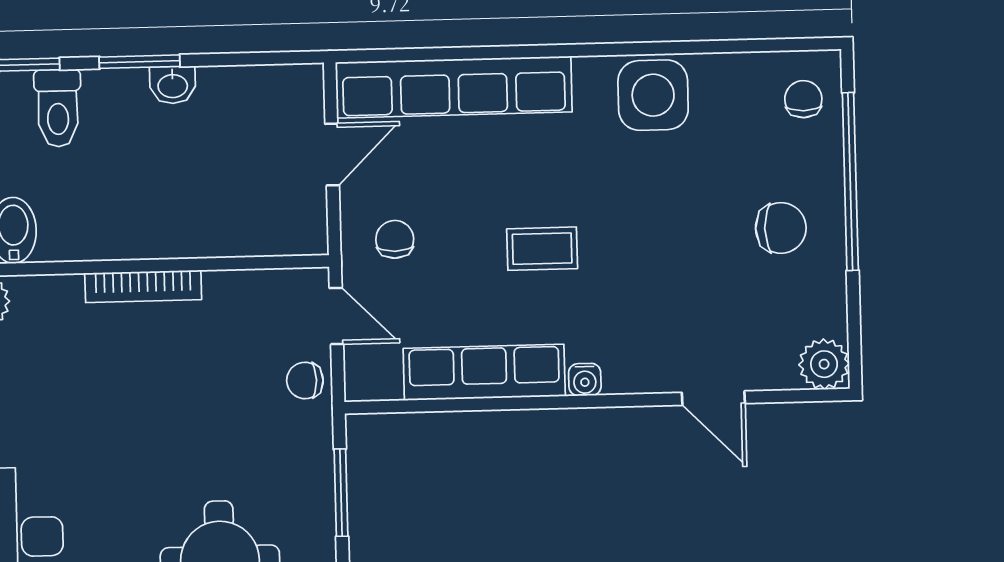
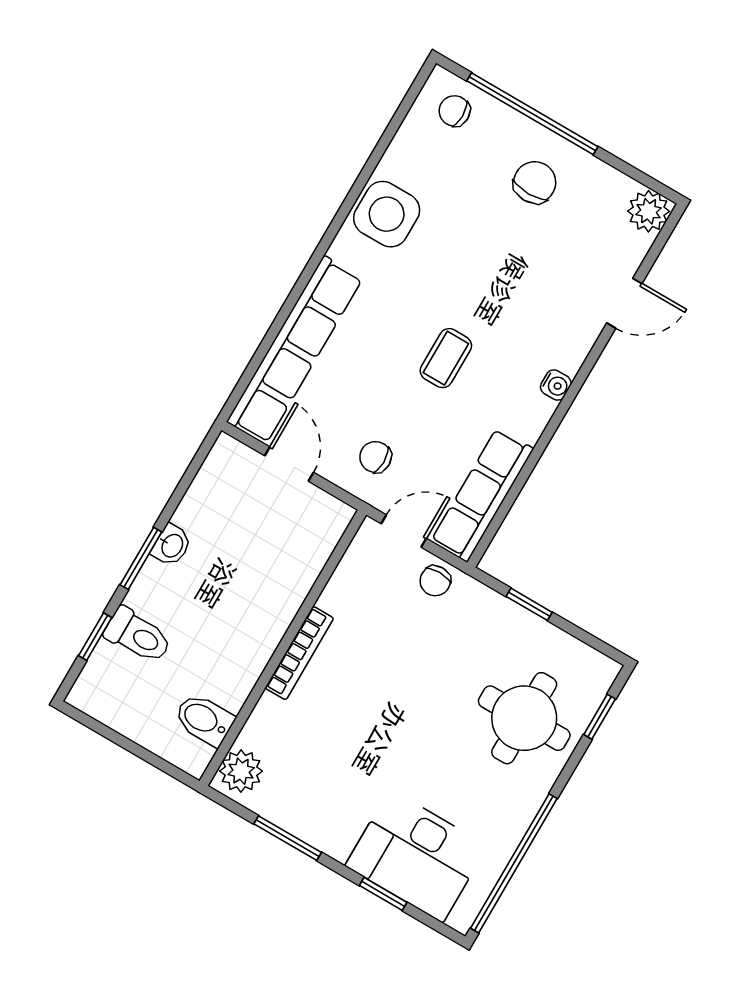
row of seats: (484, 372) -> (482, 495), moved
window: (341, 493) -> (529, 604), width x0.67

